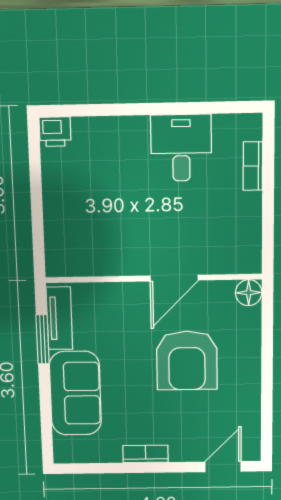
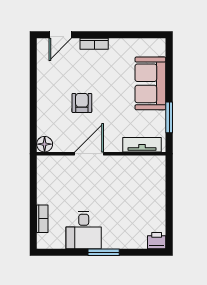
window: (146, 109) -> (104, 252), added
tv unit: (59, 318) -> (142, 145), moved, turned 90
armchair: (187, 361) -> (82, 103), width x0.53, depth x0.53
bookcase: (145, 454) -> (94, 44), moved

